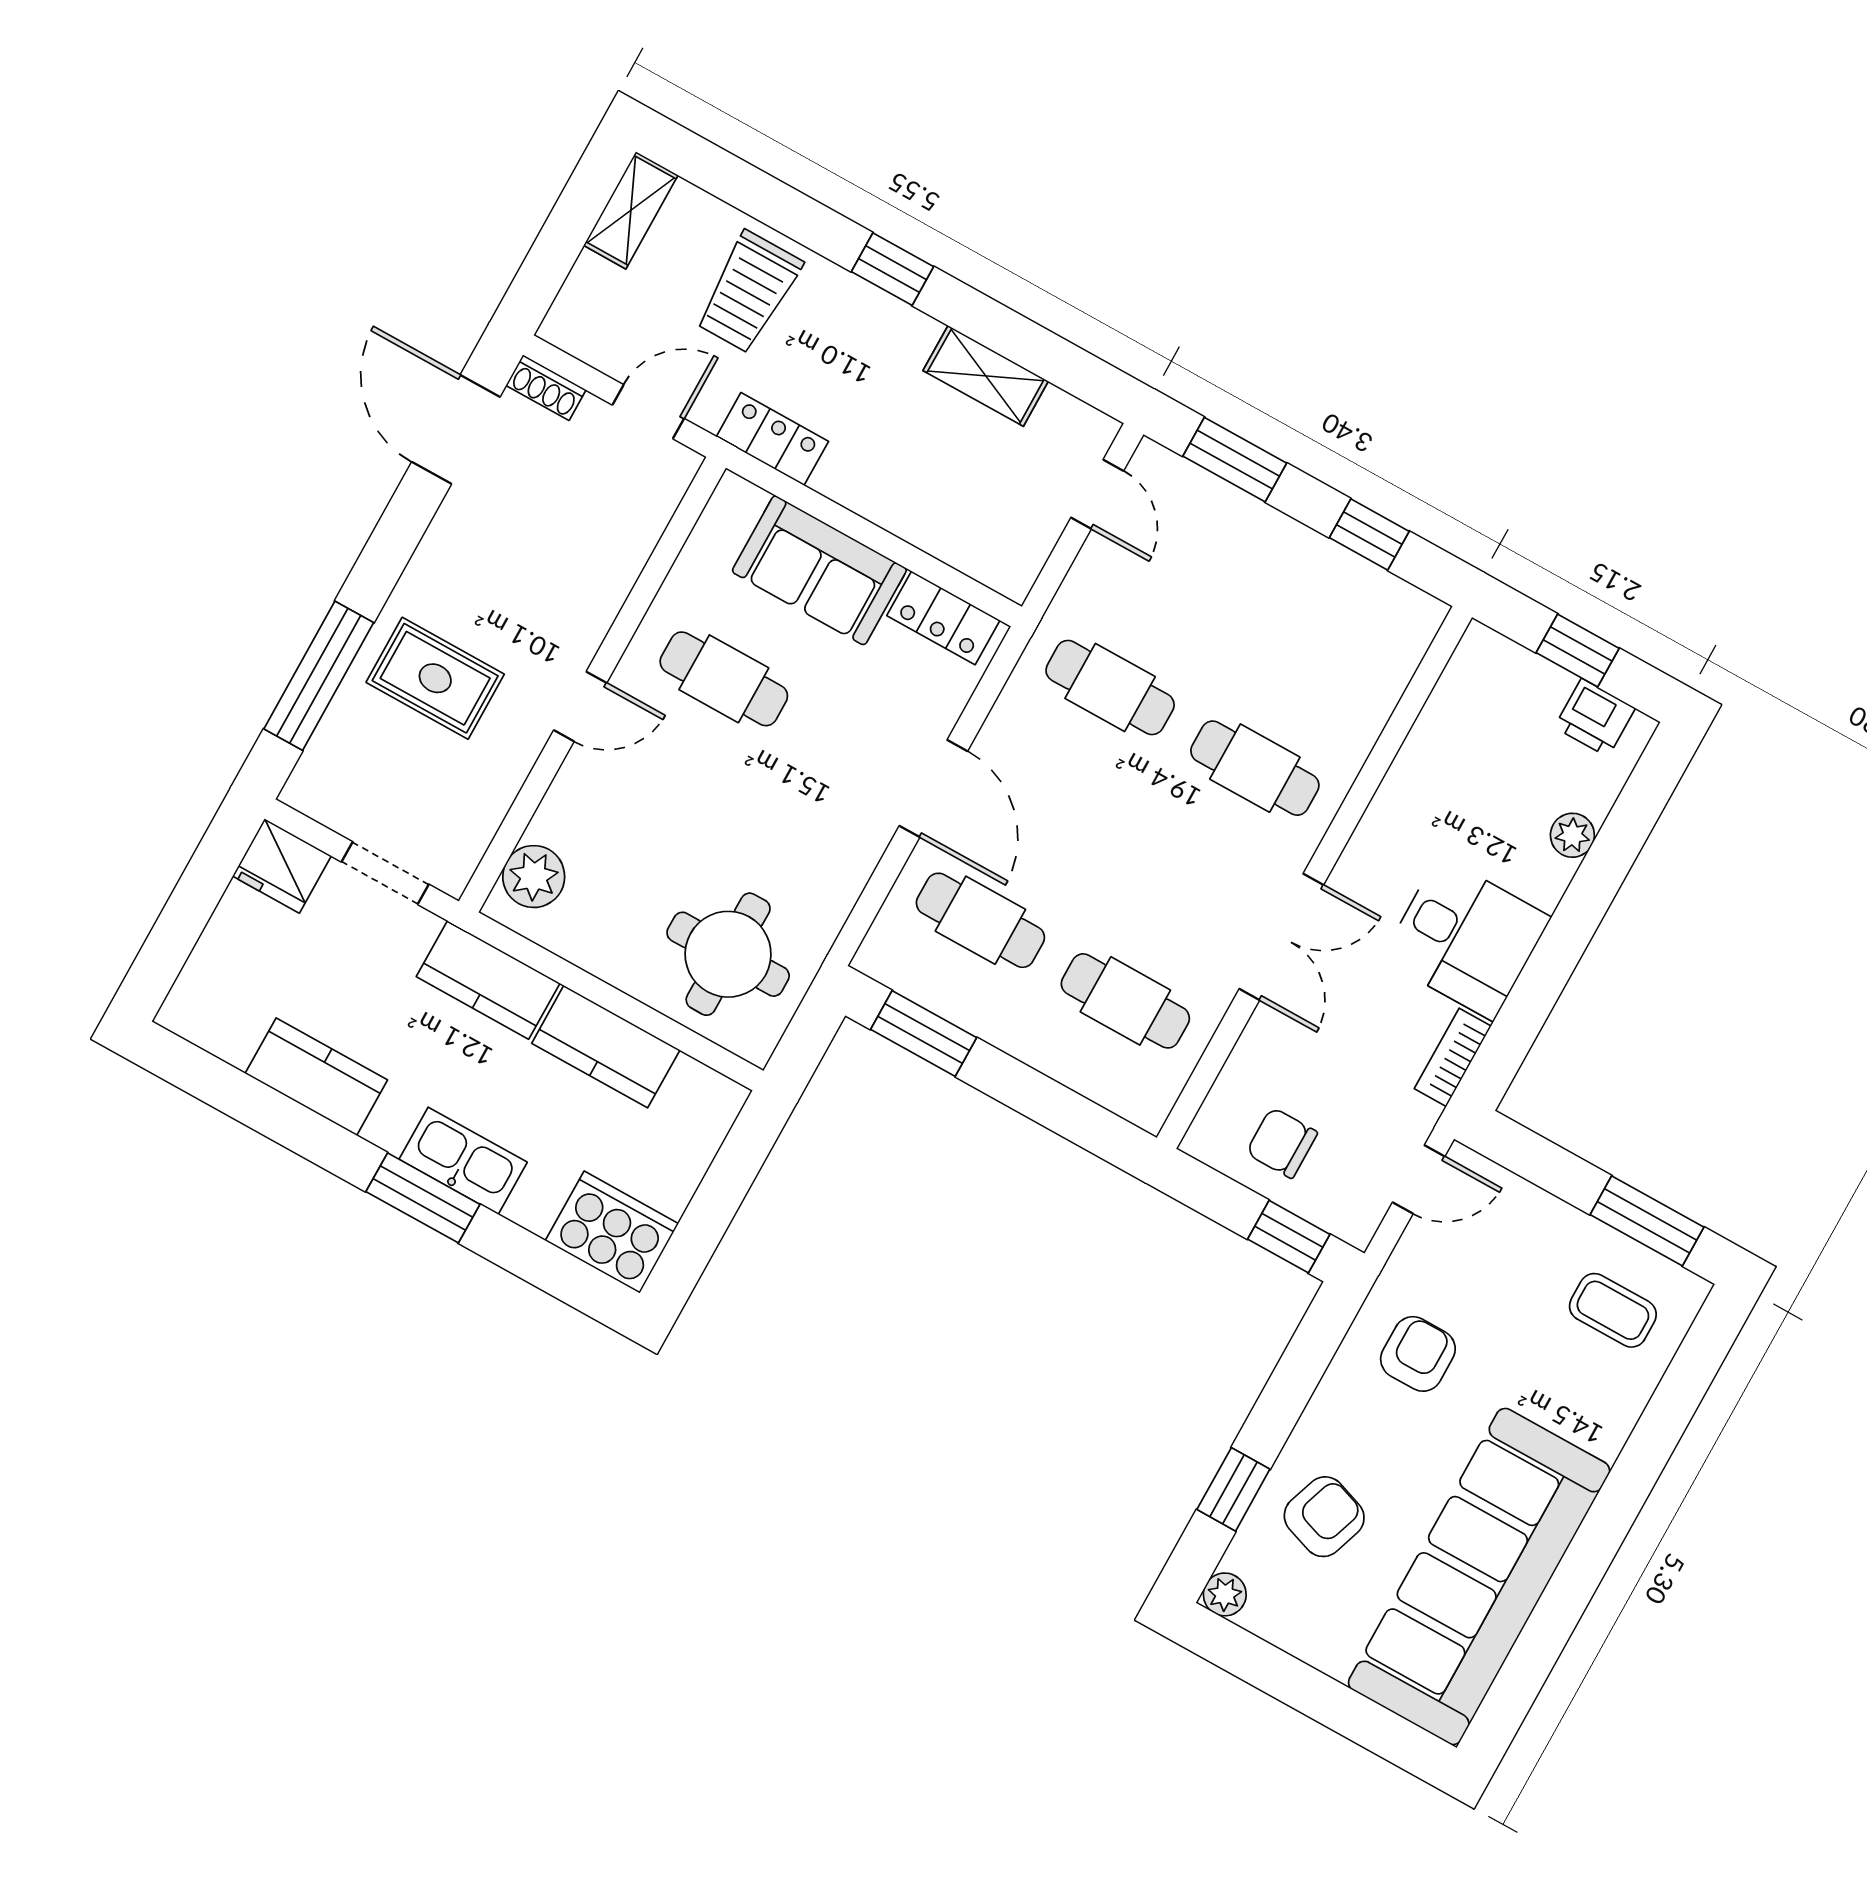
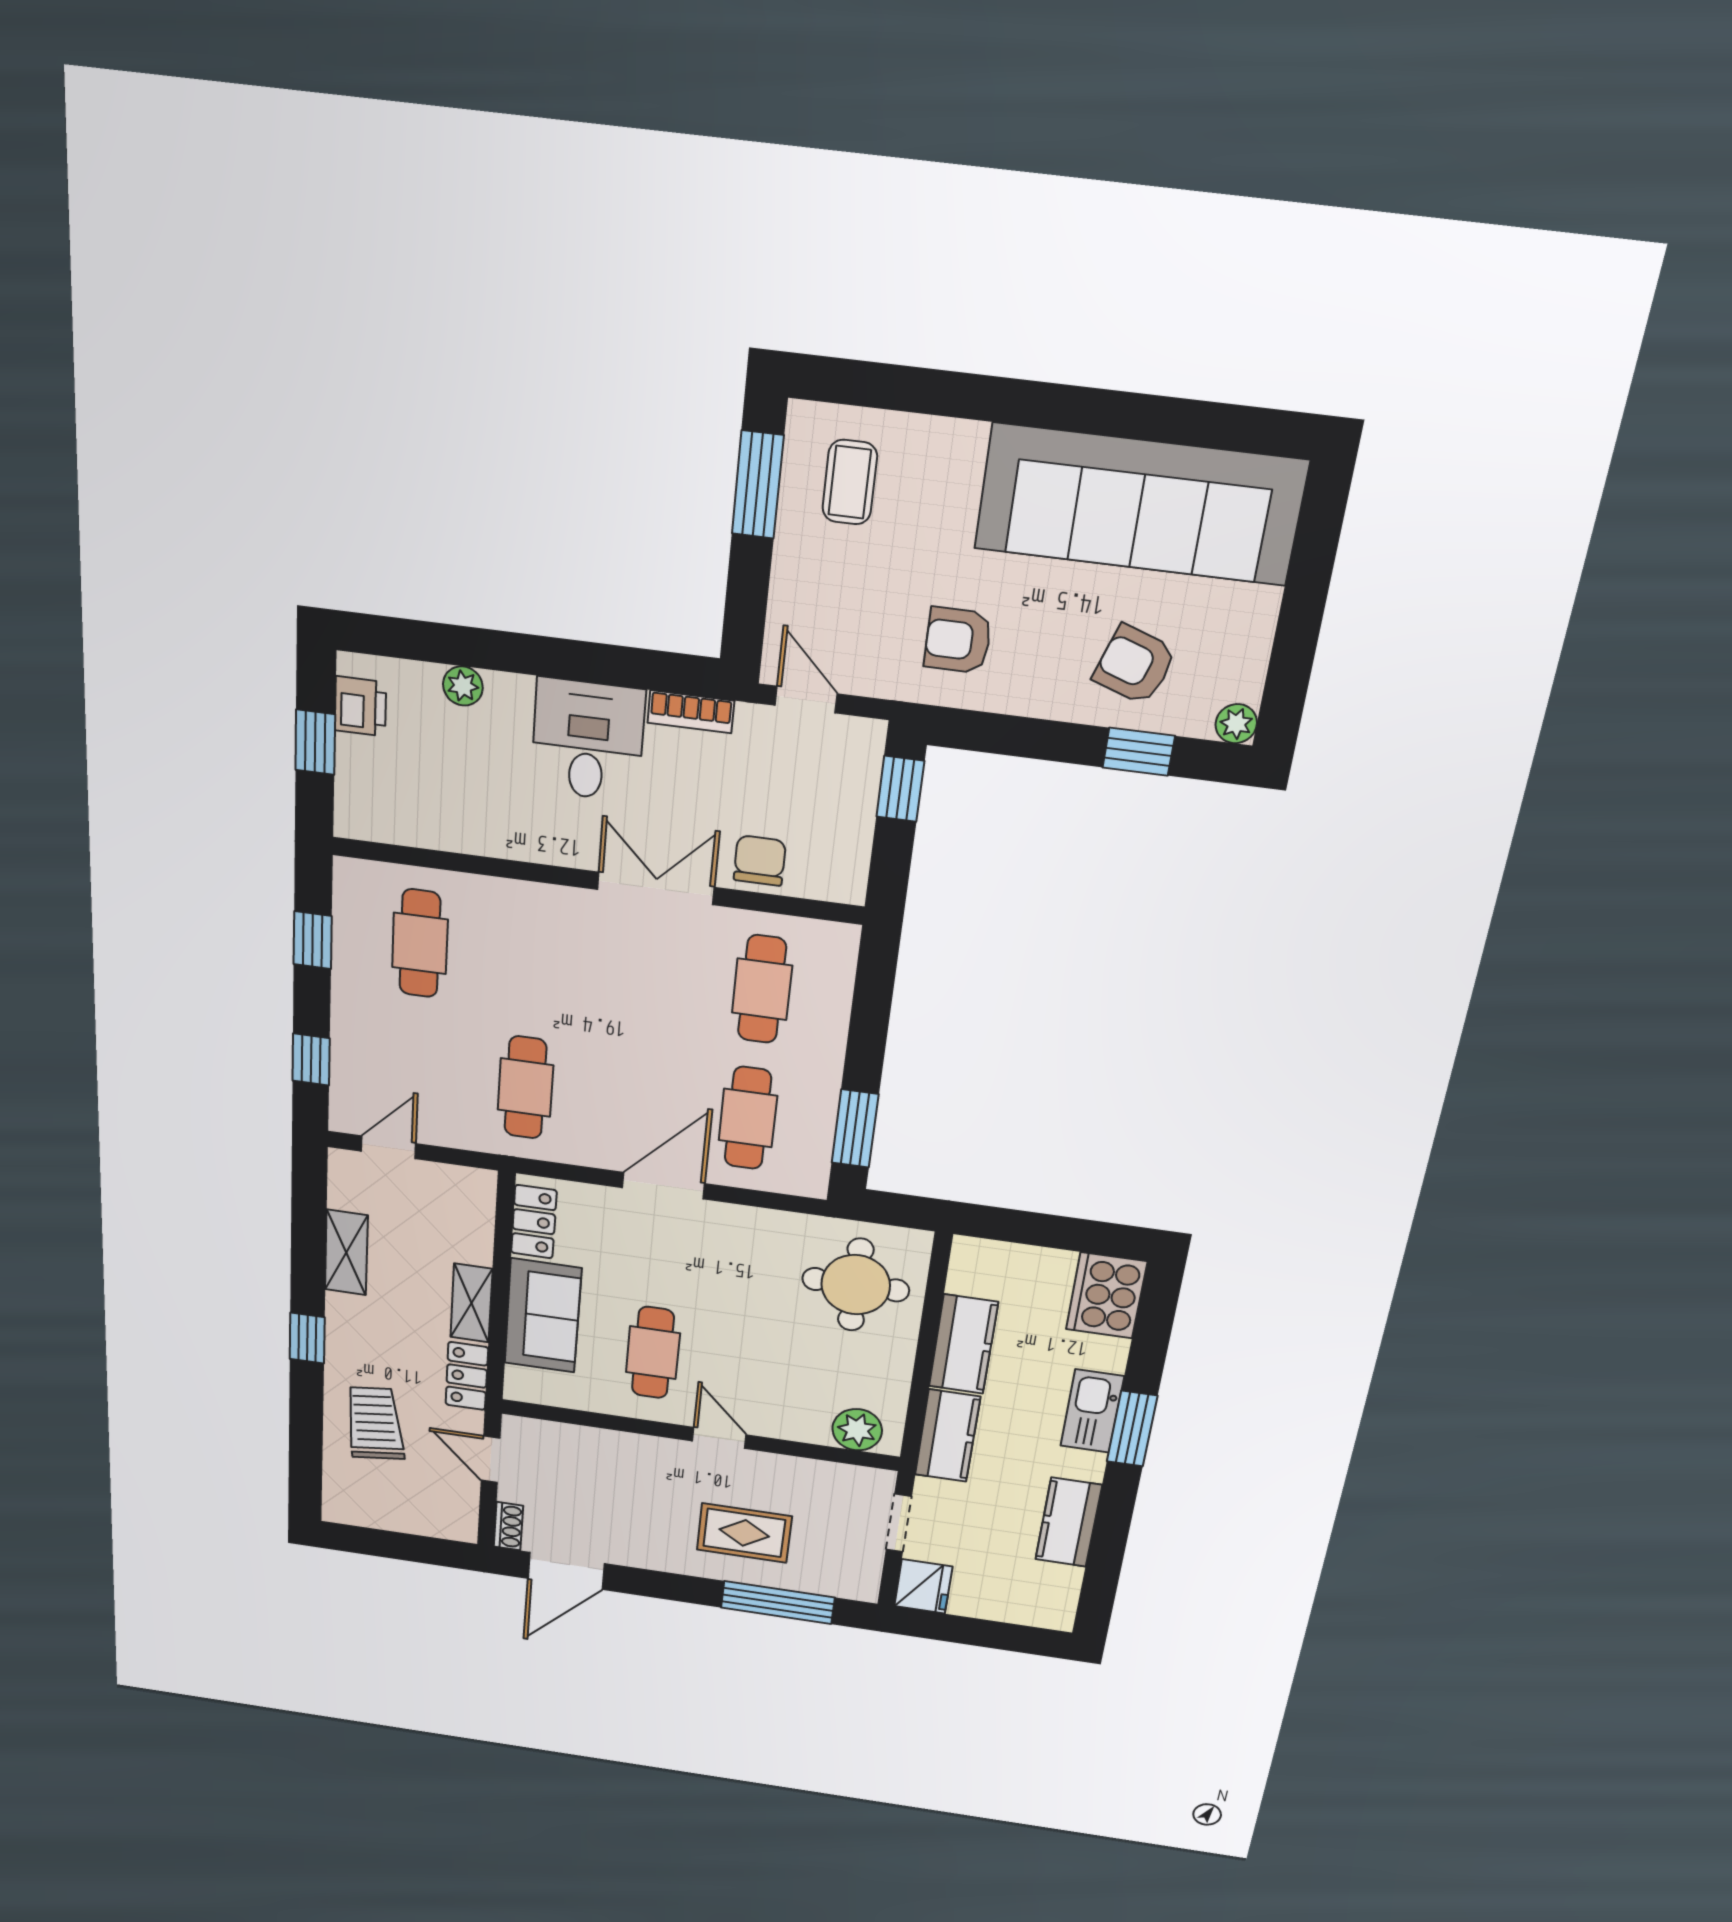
shelving: (631, 210) -> (471, 1303), moved, turned 90
trolley: (749, 292) -> (375, 1423), turned -97
window: (1235, 460) -> (311, 1060), width x0.67
rug: (435, 678) -> (744, 1533), turned 90
cafe table: (1255, 768) -> (420, 943), moved
chair: (1282, 1143) -> (760, 861), moved, turned 180

